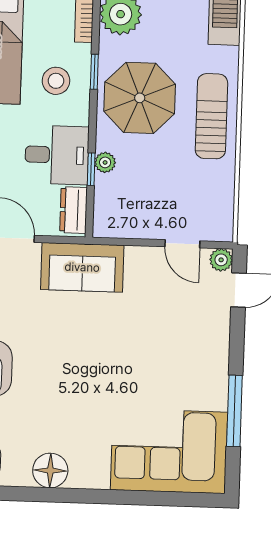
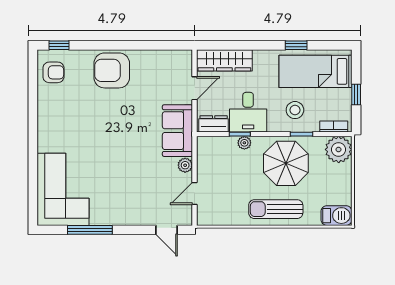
sun lounger: (211, 116) -> (276, 209), turned 180
plant: (221, 260) -> (185, 165), moved
floor lamp: (50, 470) -> (48, 115), removed

